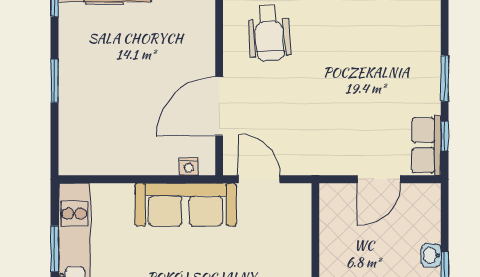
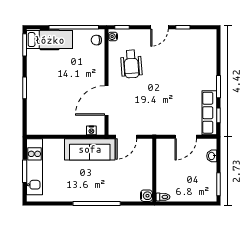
row of seats: (426, 145) -> (209, 113), width x1.48
door: (259, 179) -> (126, 137), swing flipped
washbasin: (431, 255) -> (212, 156), moved

